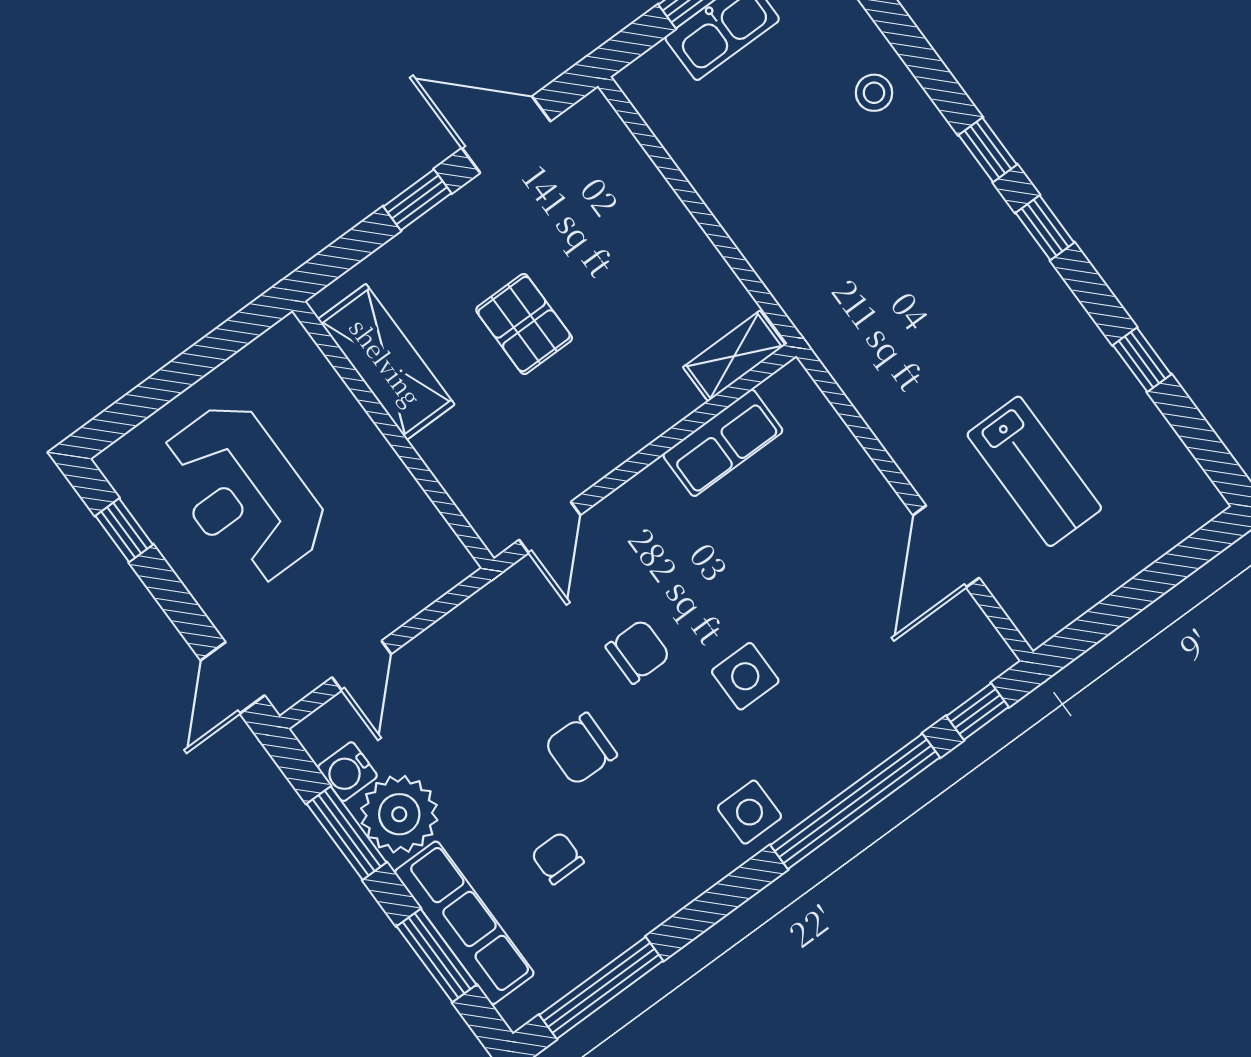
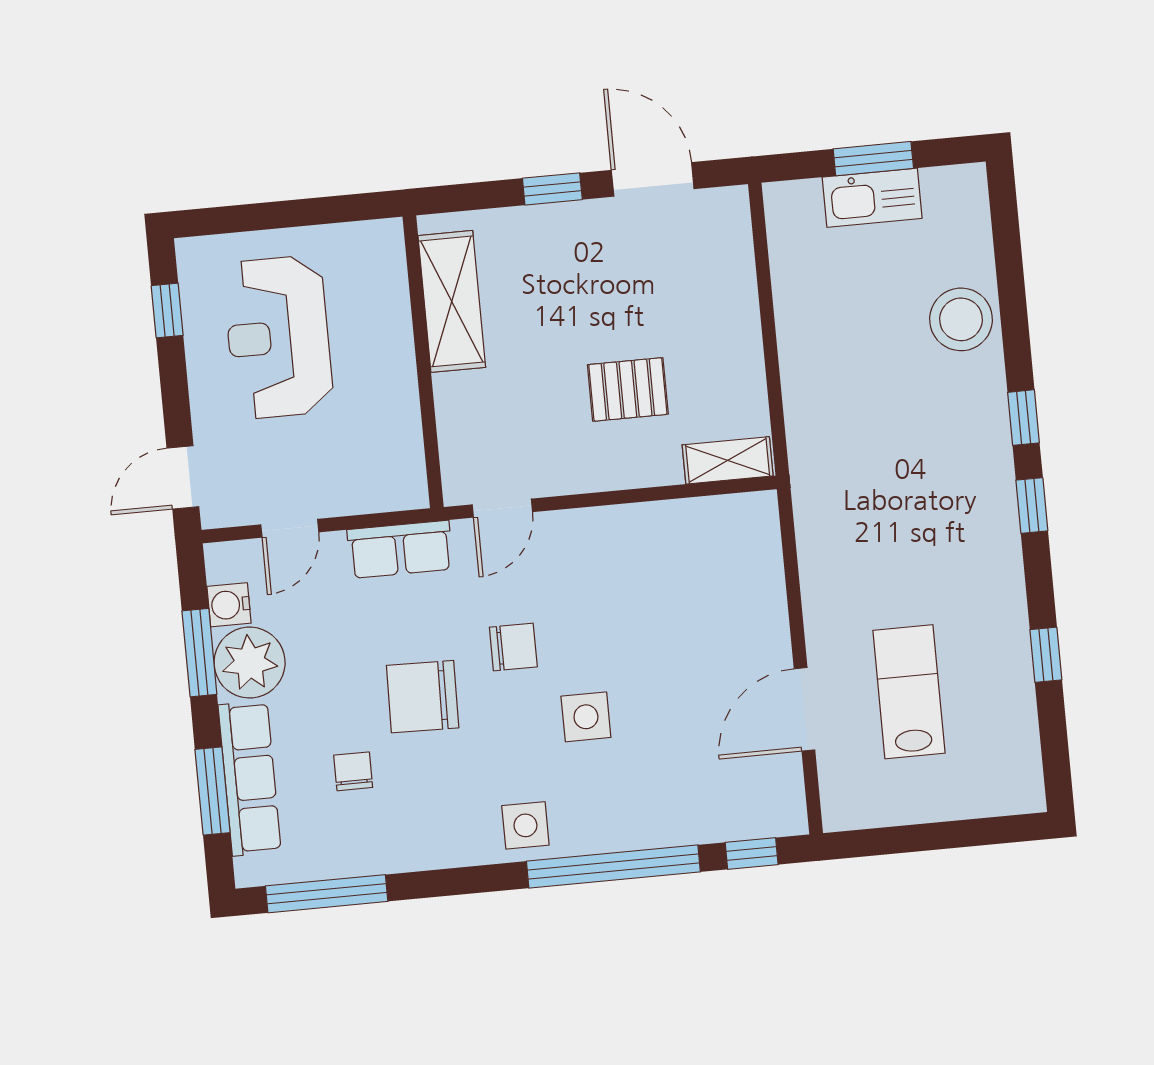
stool: (874, 93) -> (961, 319), width x1.89, depth x1.89
pallet: (524, 324) -> (628, 389), moved, turned 90
row of seats: (723, 443) -> (400, 549), moved
lab bench: (1034, 471) -> (909, 692), turned 180
chair: (581, 749) -> (423, 697), width x1.37, depth x1.37

